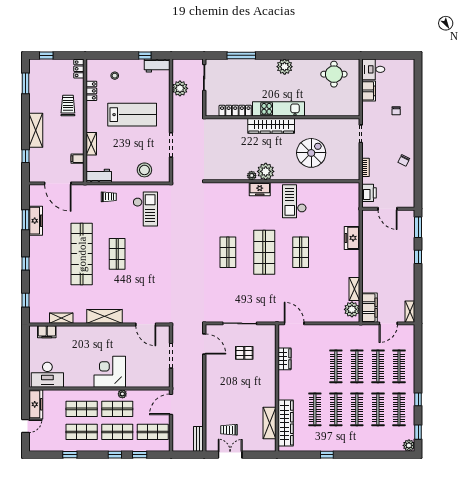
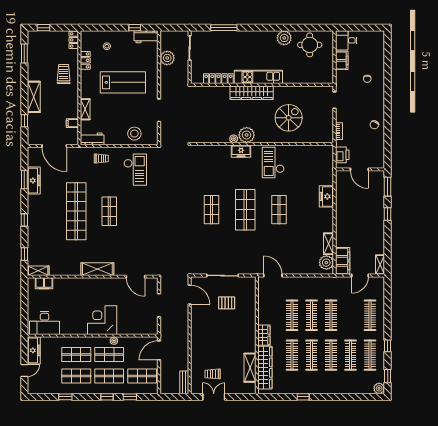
plant: (285, 67) -> (284, 38), moved
shelving: (61, 318) -> (38, 271), moved
wardrobe: (284, 359) -> (264, 335), moved
clothes rail: (378, 366) -> (292, 315), moved

